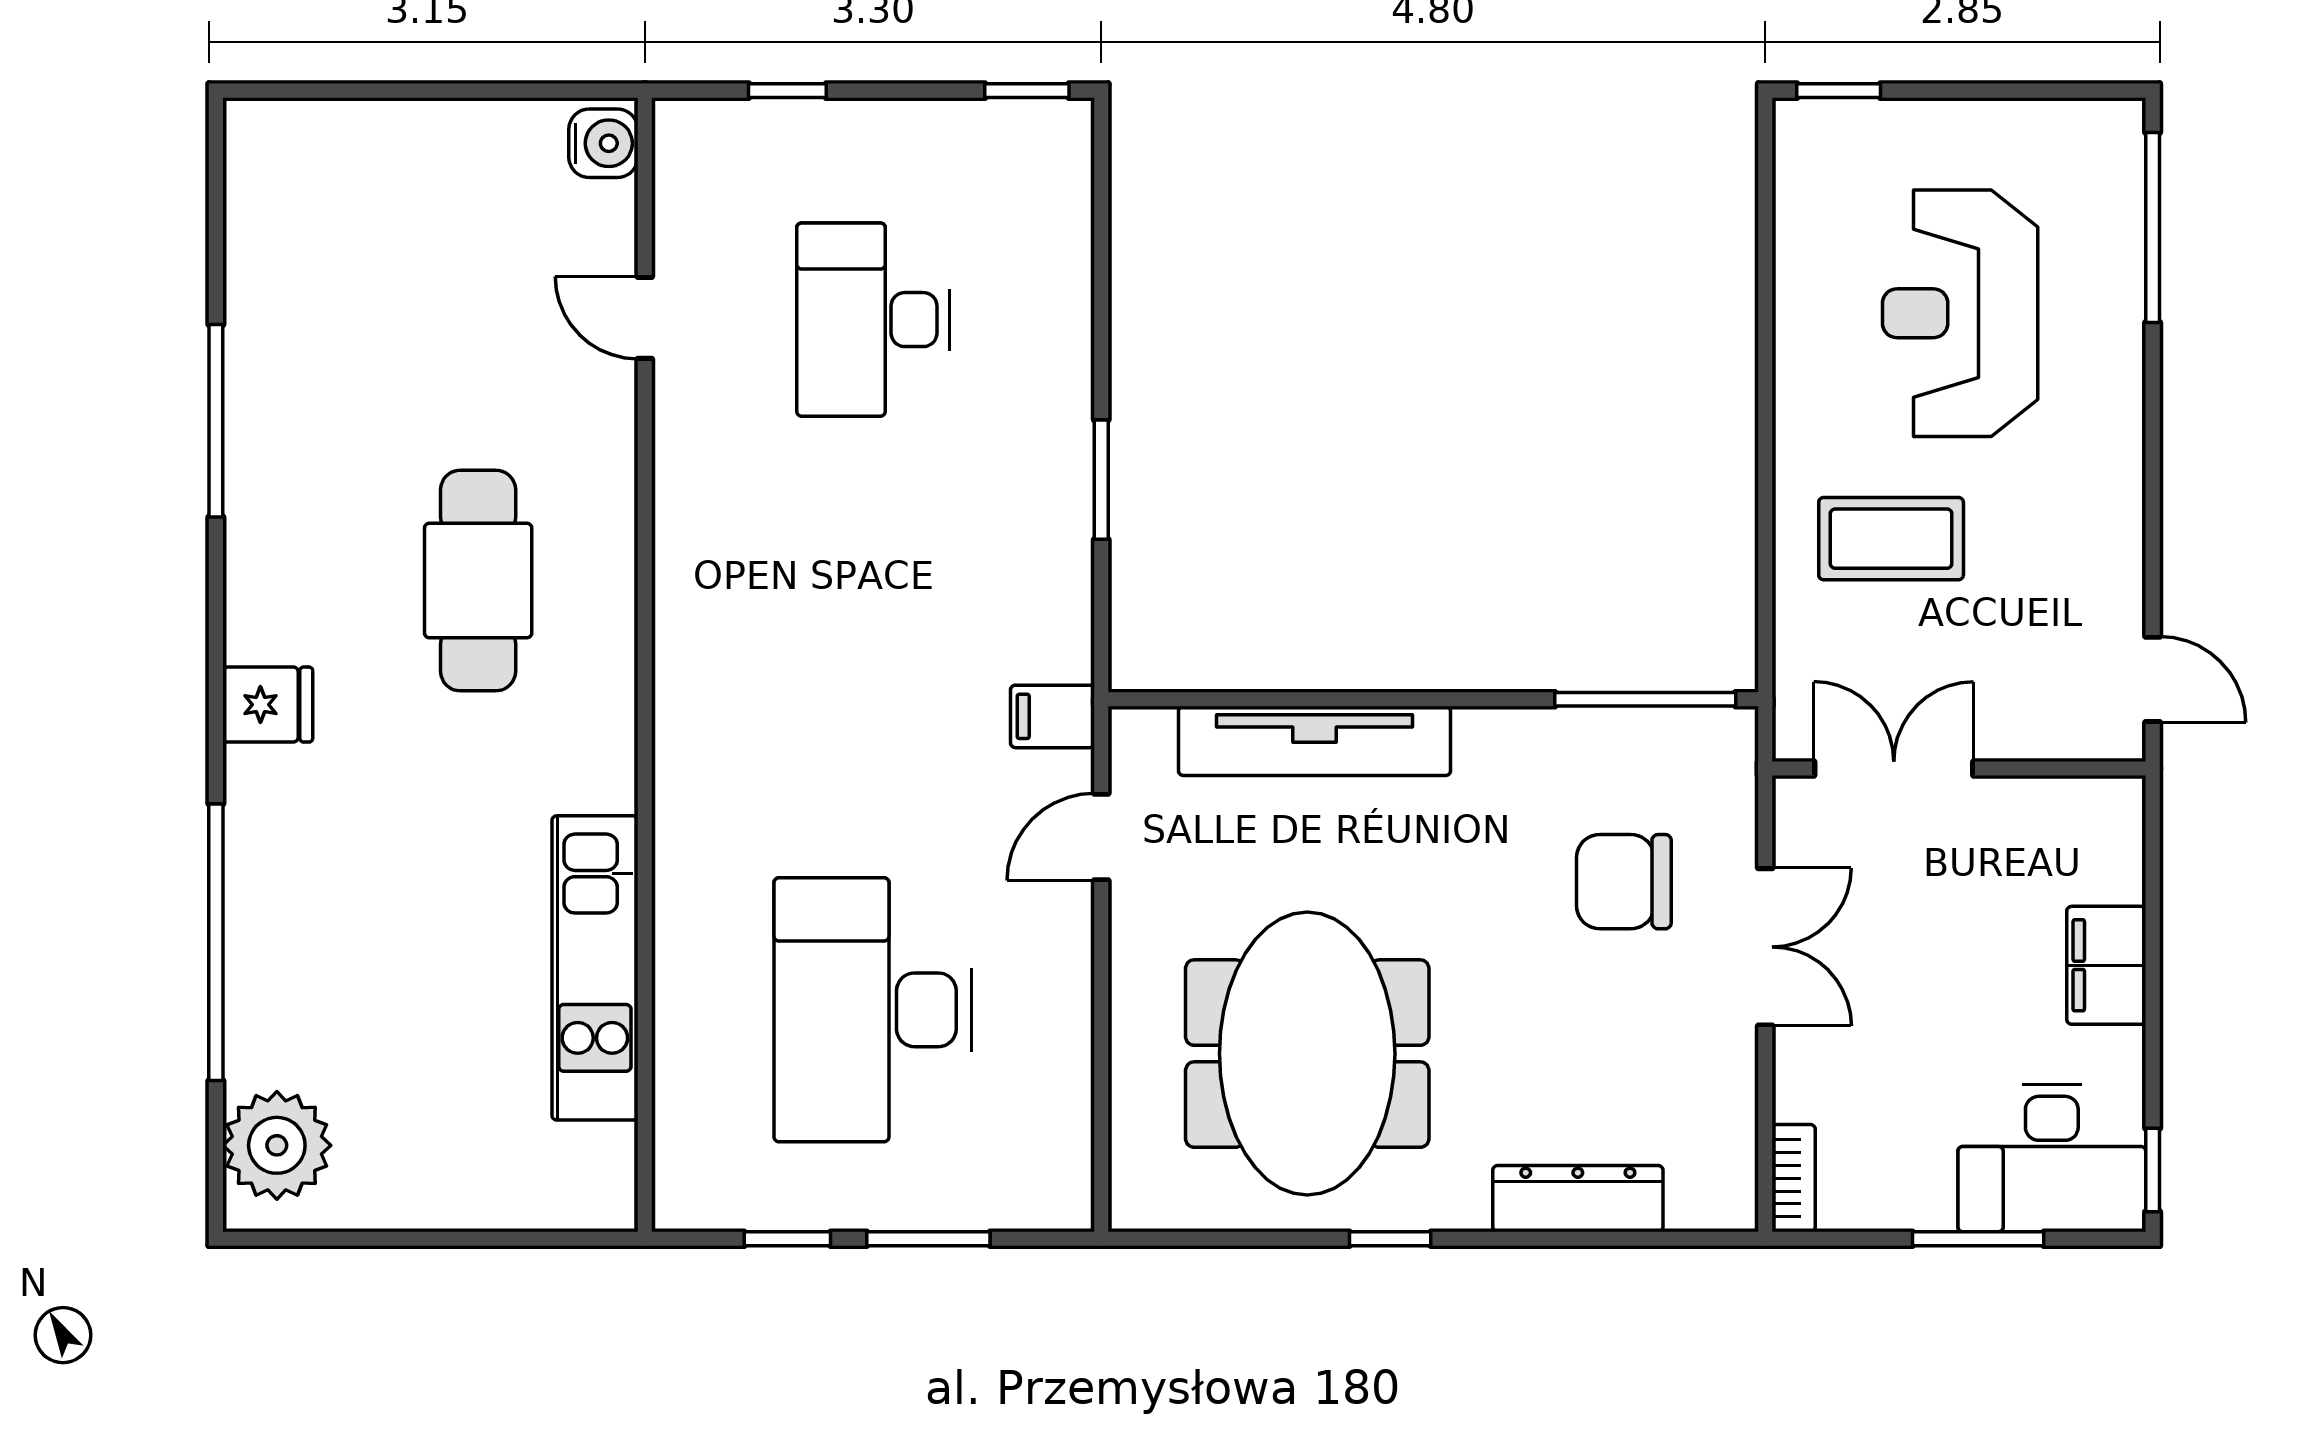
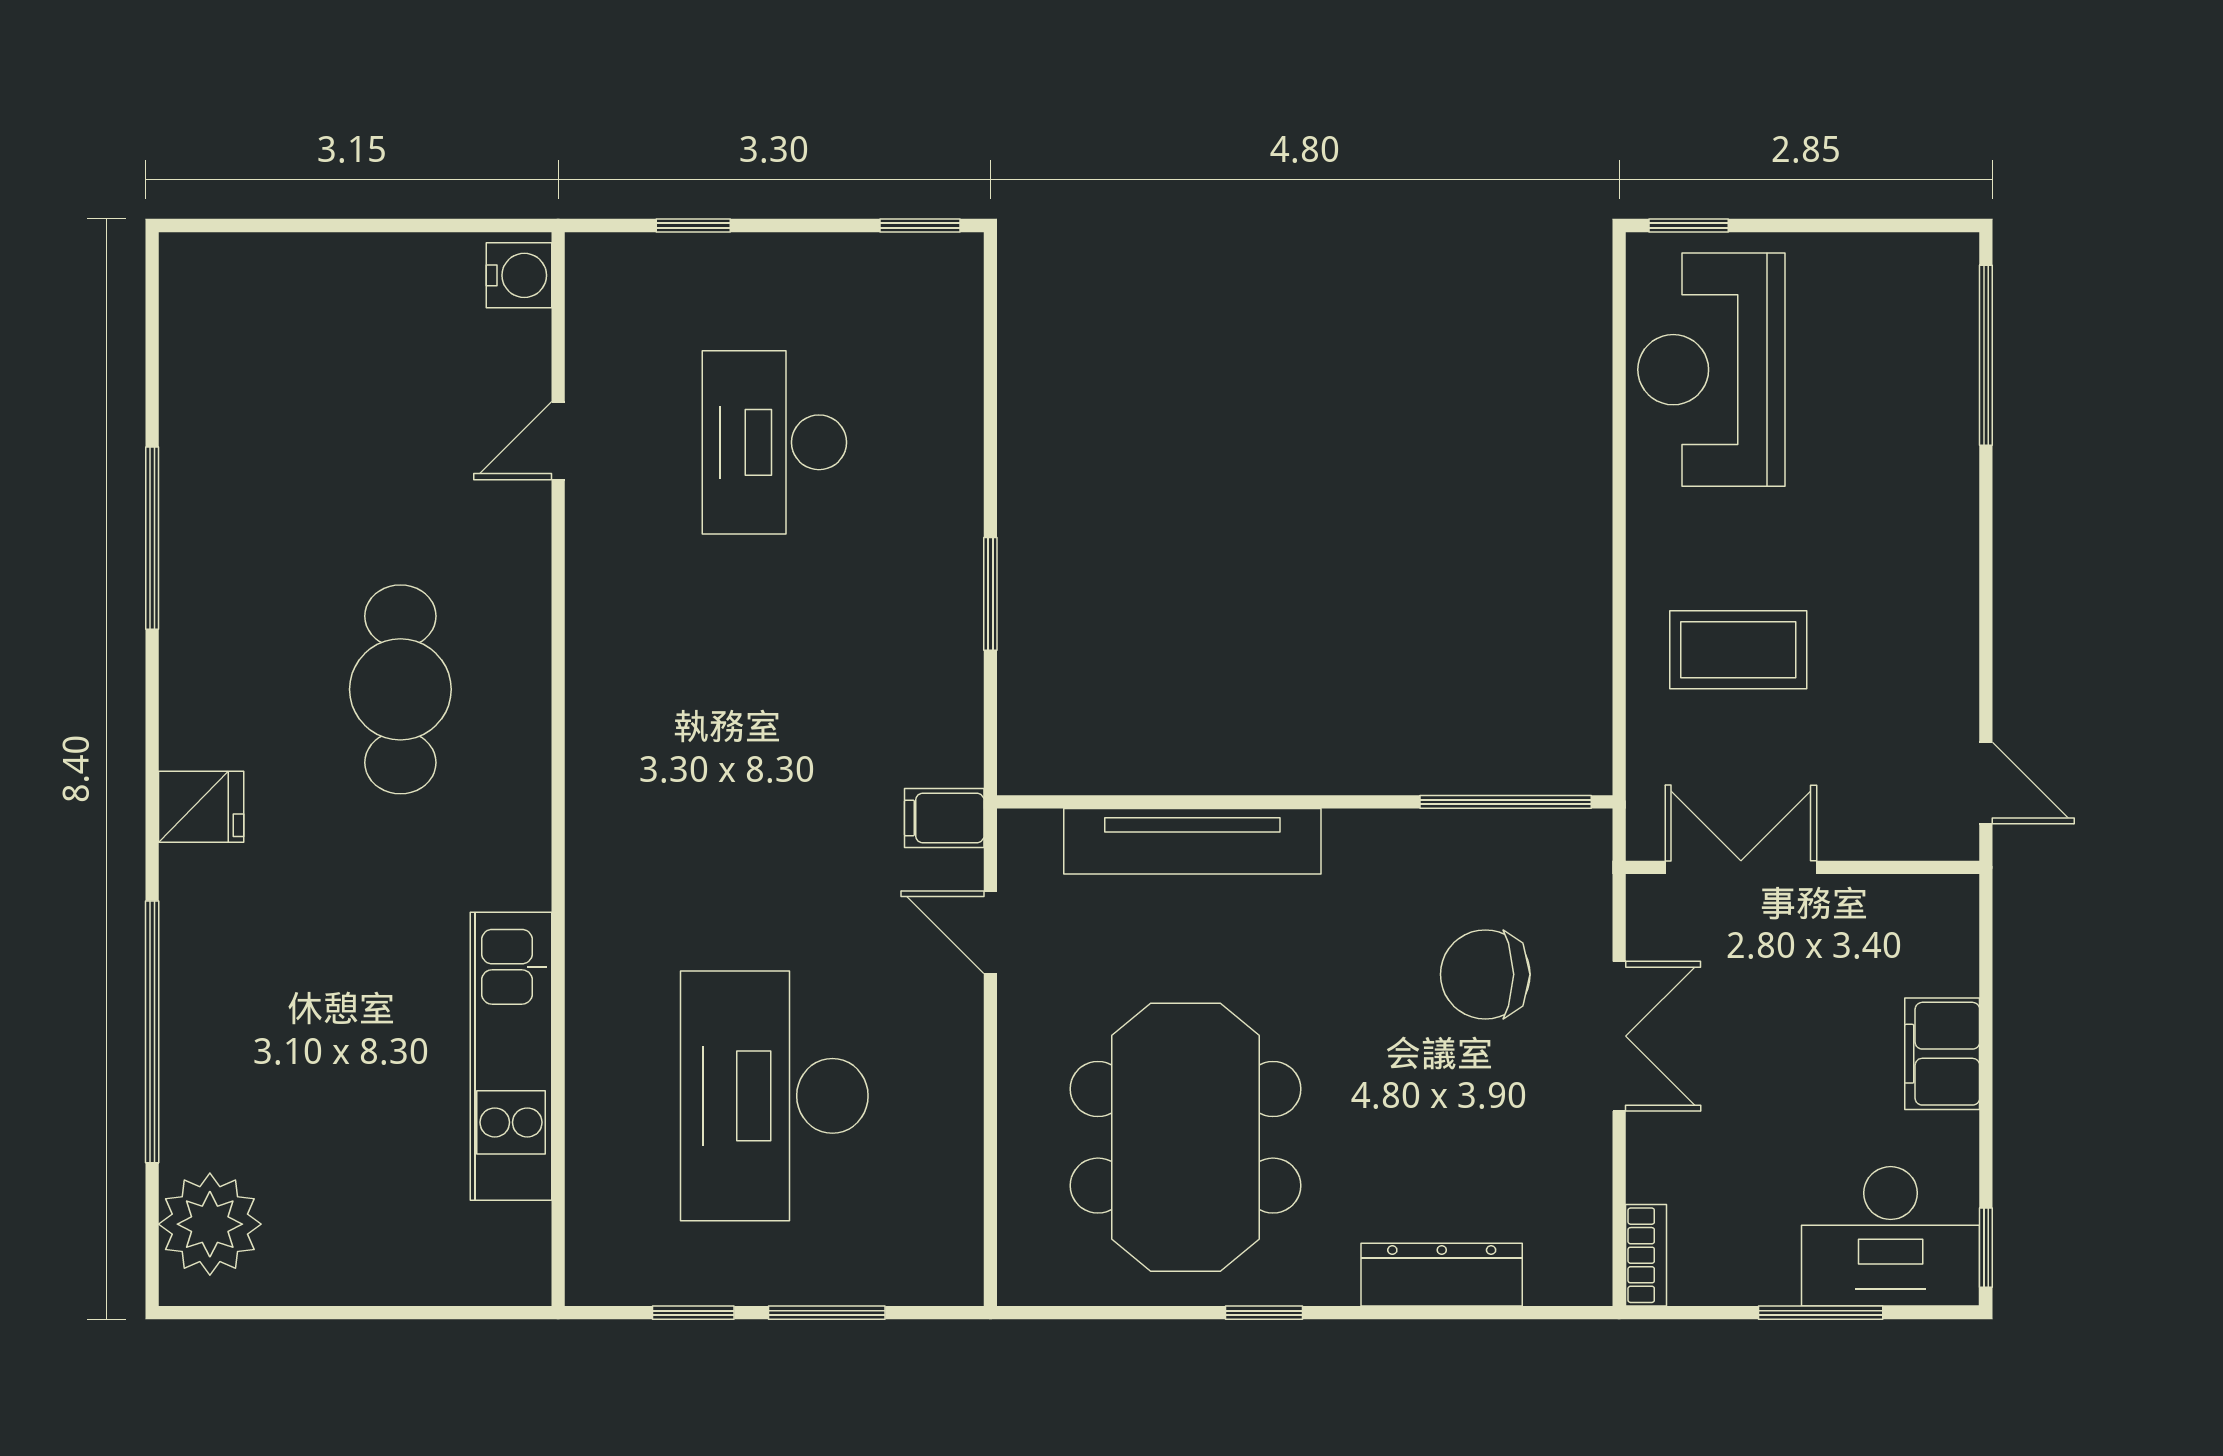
reception desk: (1960, 313) -> (1711, 370), moved
door: (645, 318) -> (558, 441), hinge flipped
door: (1101, 837) -> (990, 932), hinge flipped

